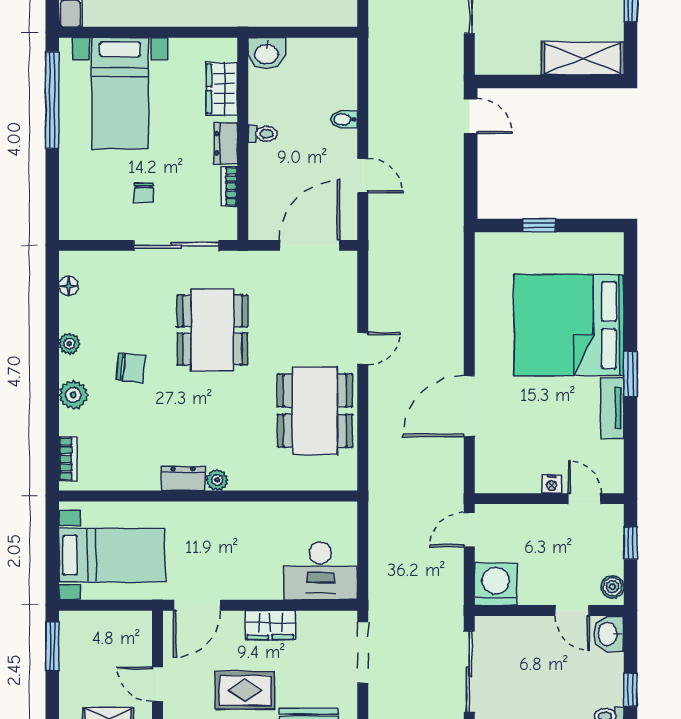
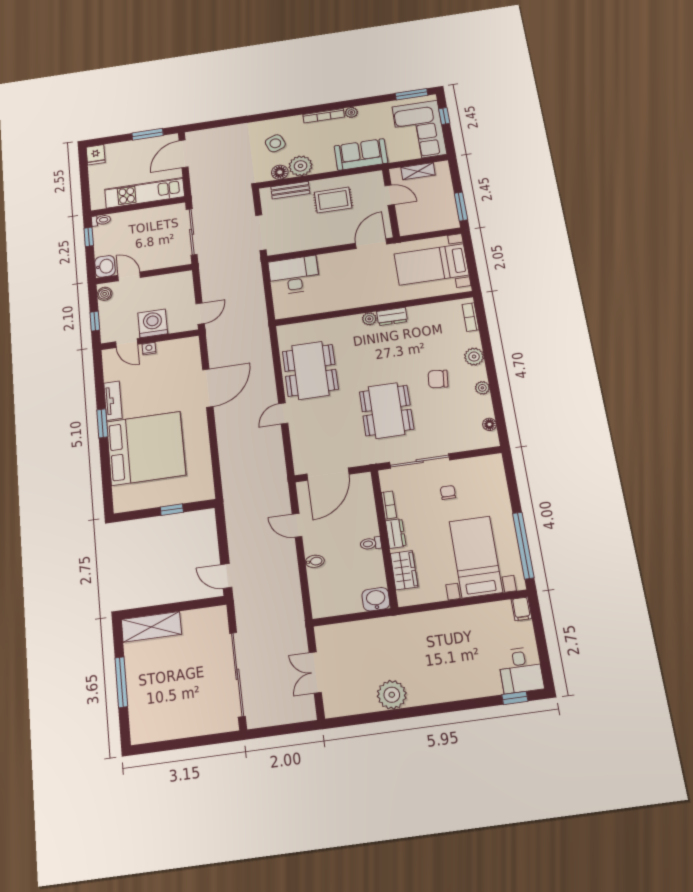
washing machine: (496, 584) -> (153, 323), moved, turned 180
wardrobe: (270, 625) -> (322, 239), removed

